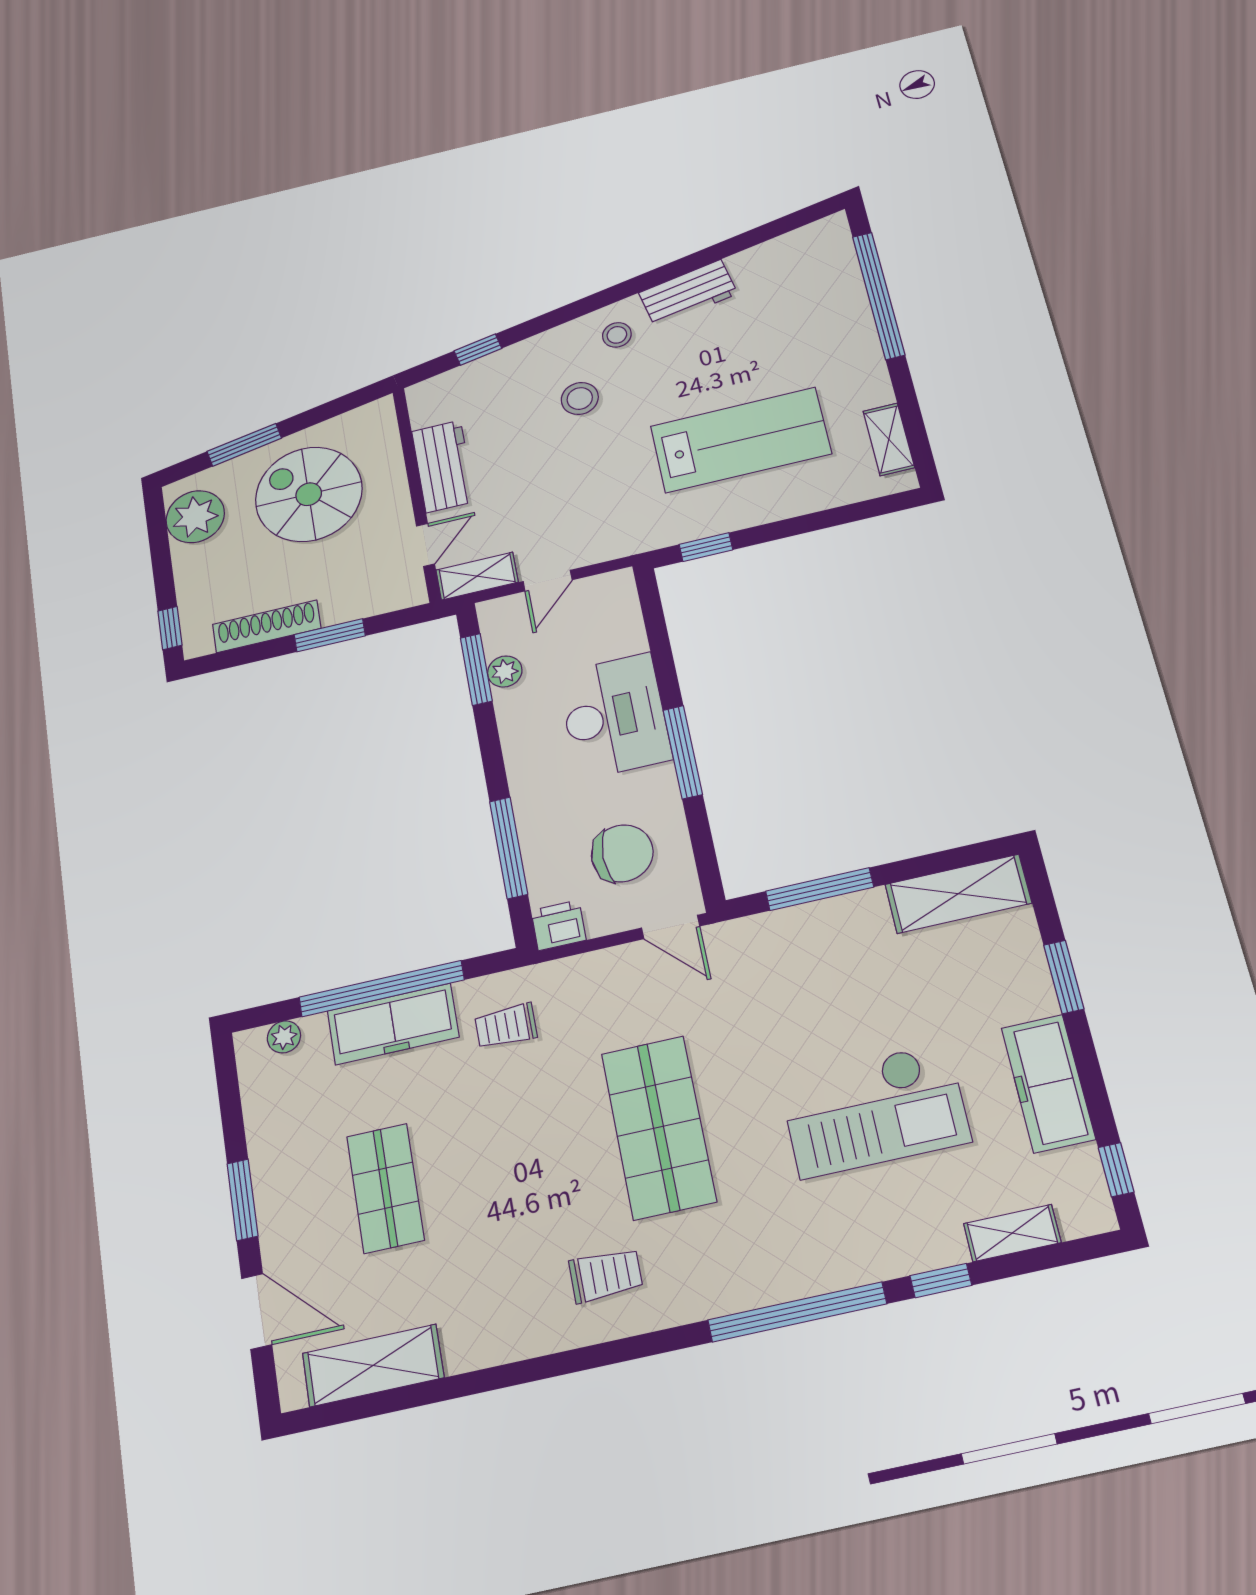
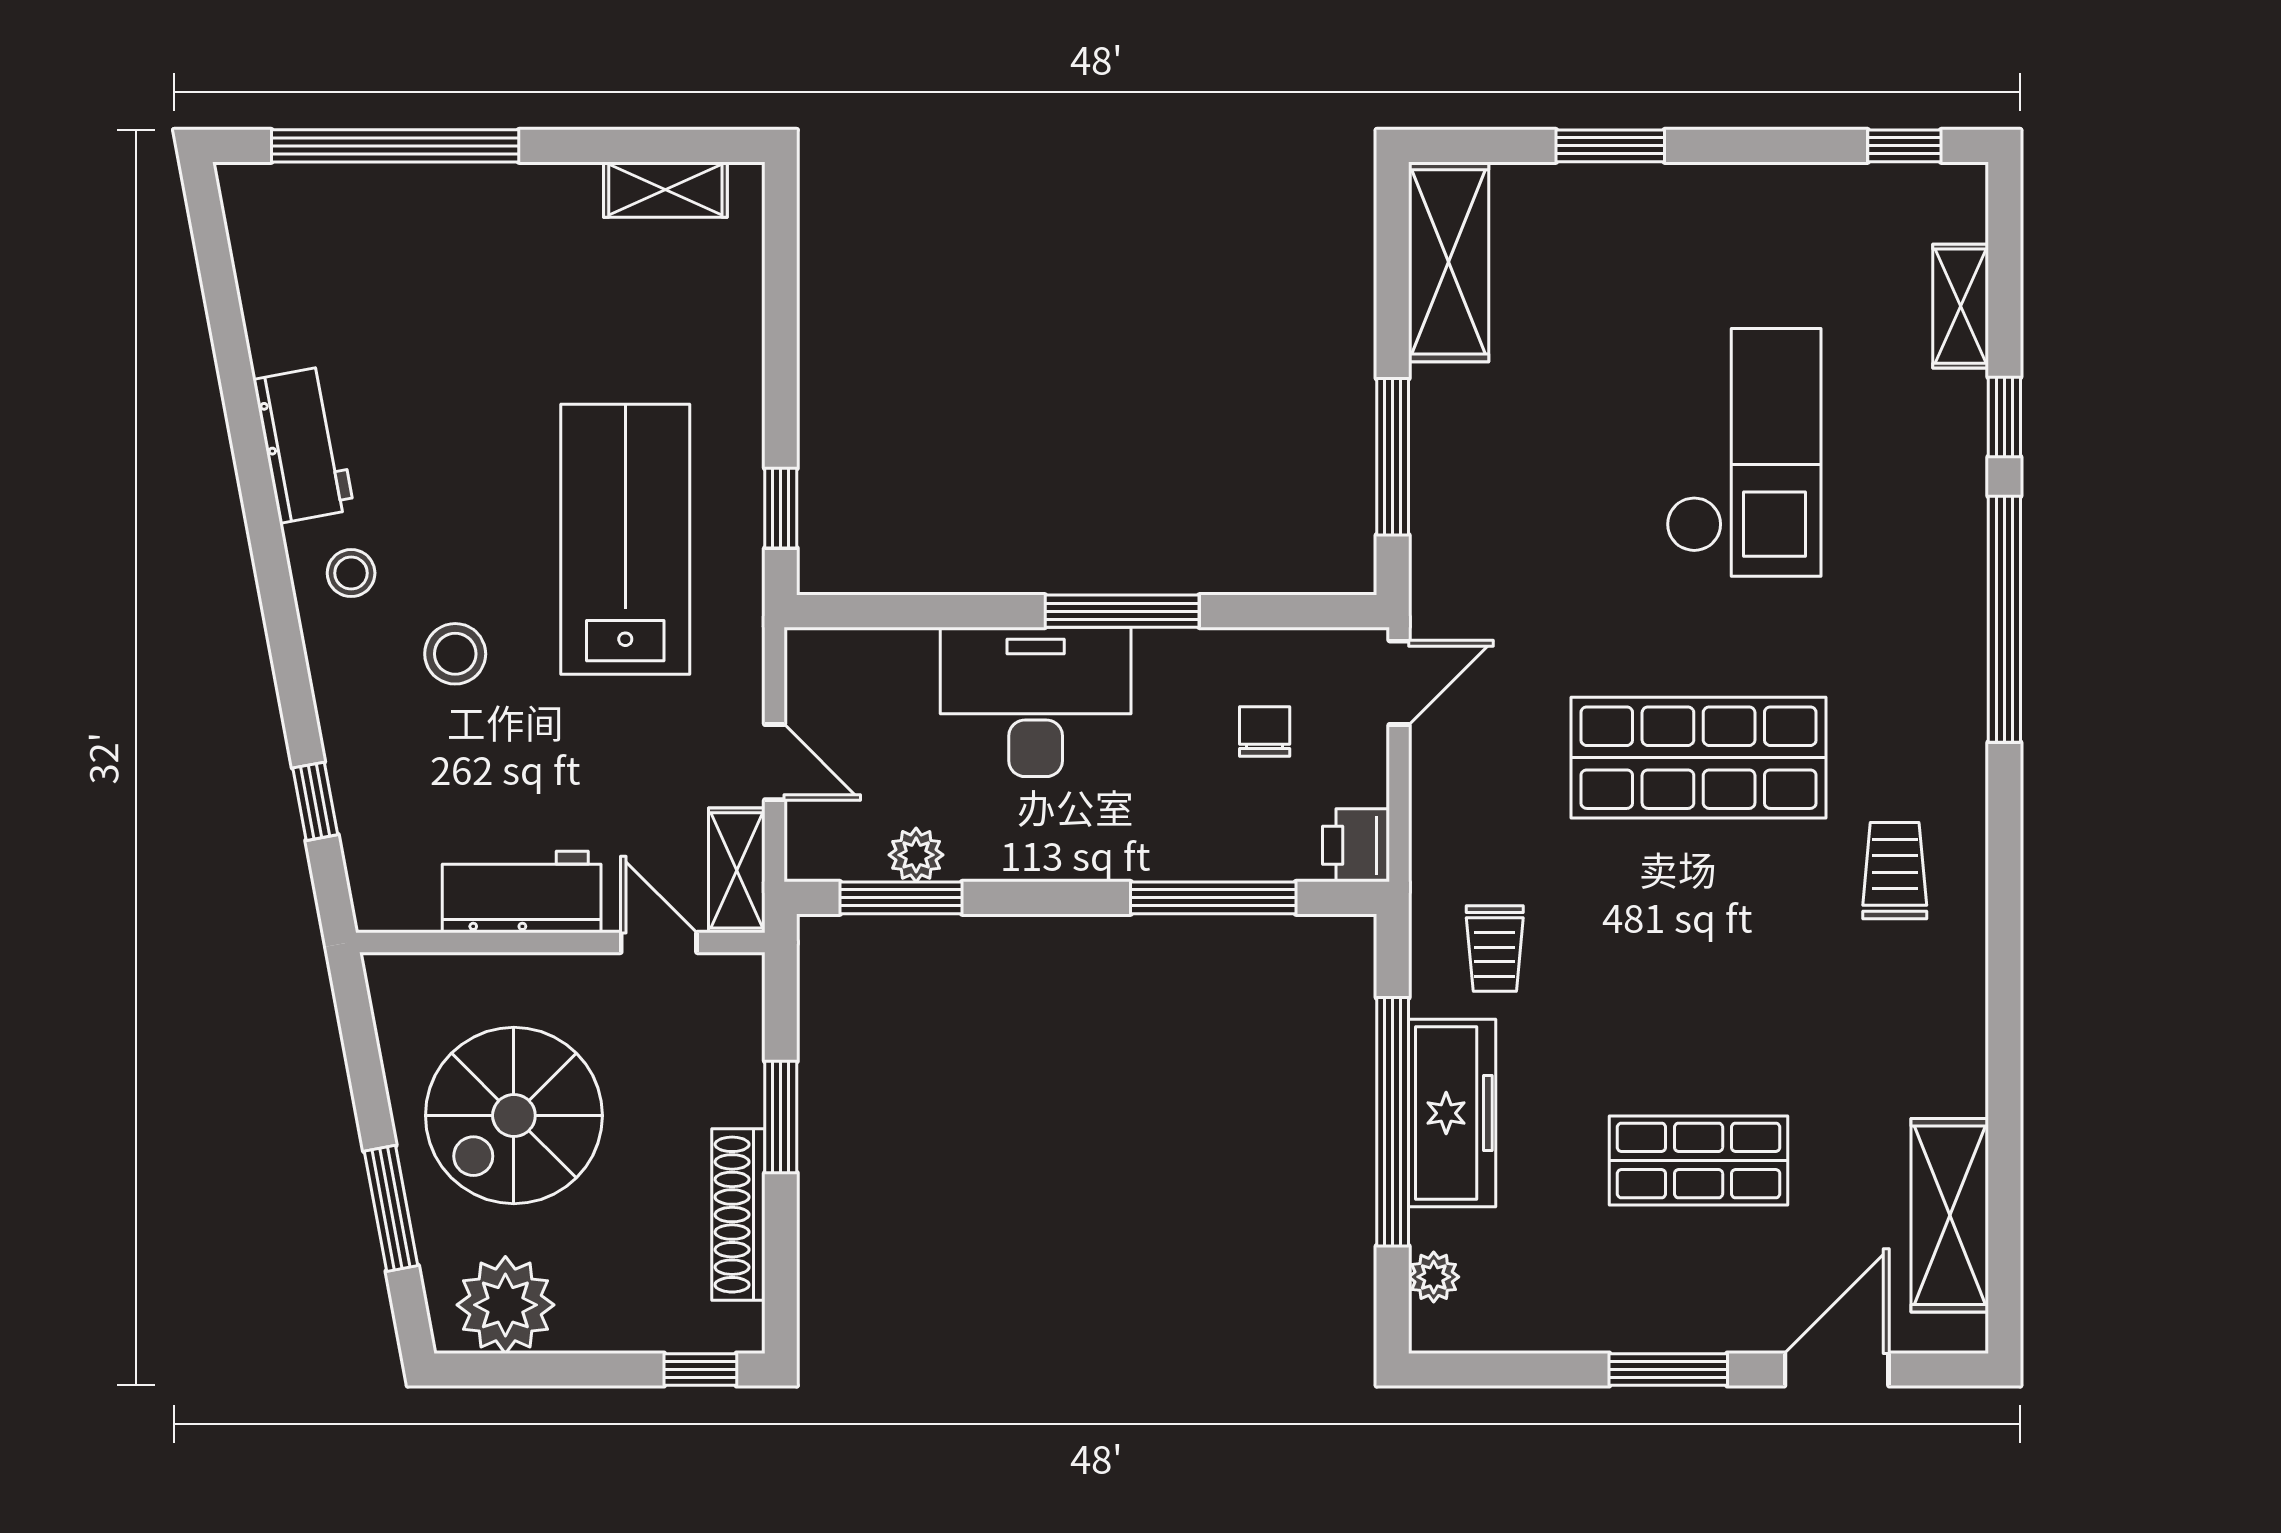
lab bench: (741, 440) -> (625, 539), moved
chair: (622, 853) -> (1265, 732), width x0.54, depth x0.54
freezer: (1048, 1083) -> (1761, 206), removed

